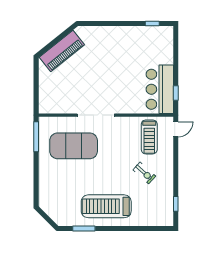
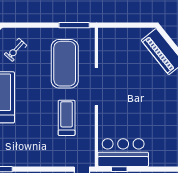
treadmill: (149, 137) -> (67, 118), moved, turned 90
exercise bike: (144, 173) -> (16, 50), moved

